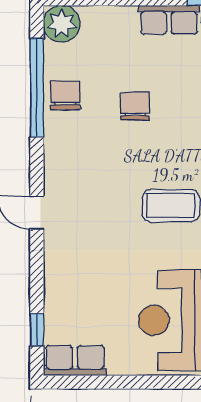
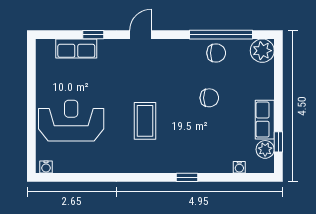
window: (37, 330) -> (93, 35), moved
row of seats: (75, 360) -> (76, 48), moved, turned 90

